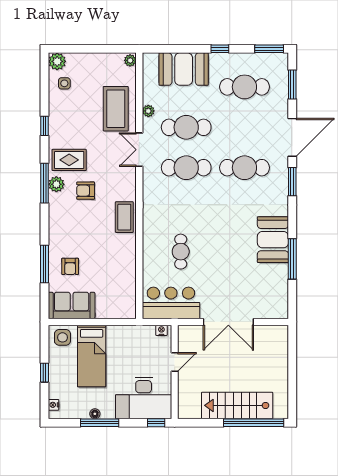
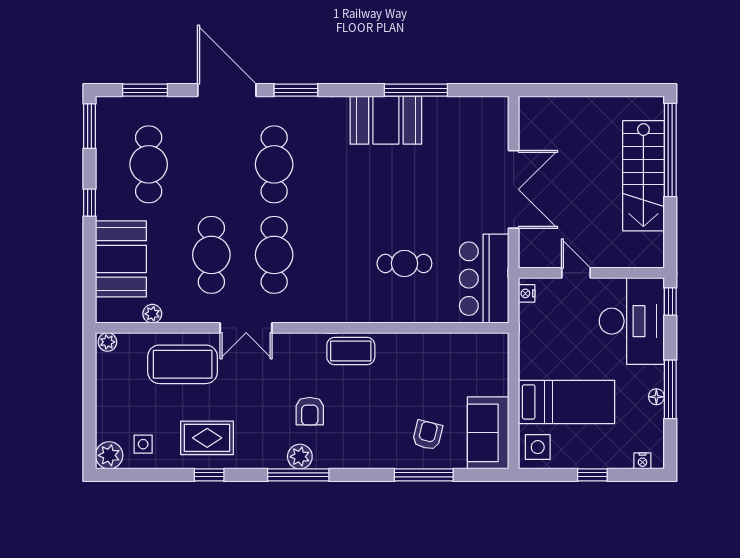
plant: (148, 111) -> (152, 314), moved
rug: (69, 160) -> (207, 438), moved, turned 90
armchair: (70, 266) -> (427, 435), turned -76

